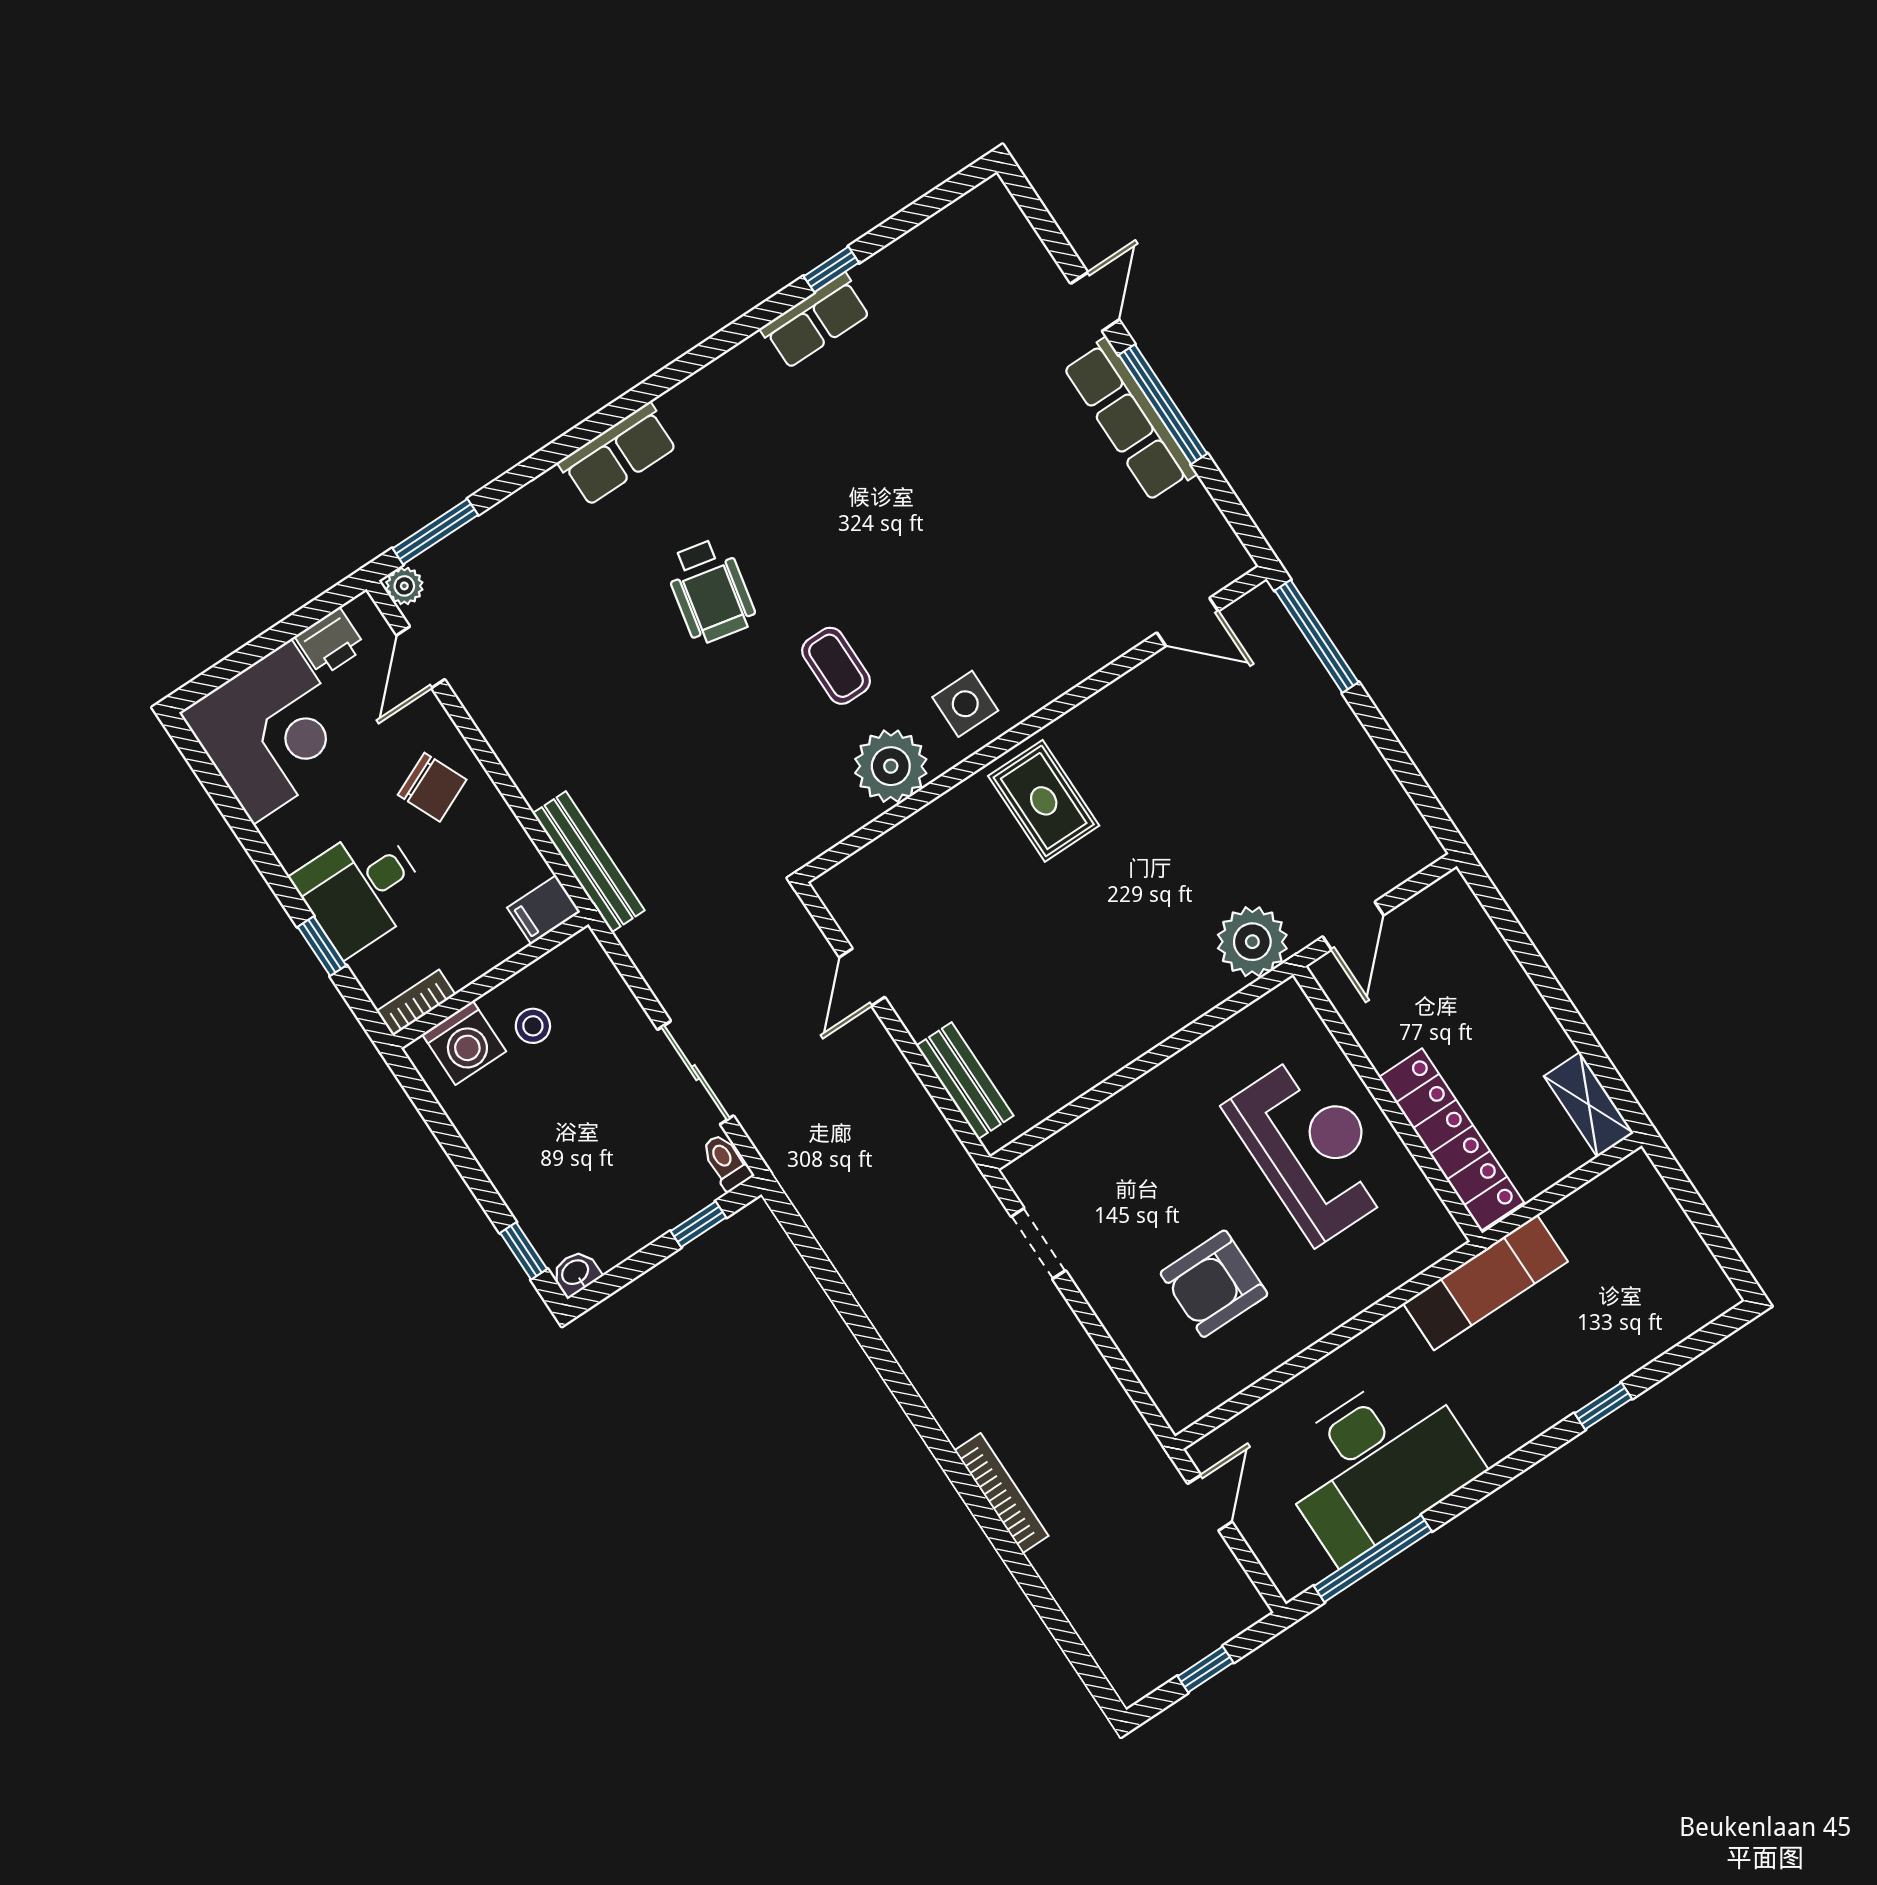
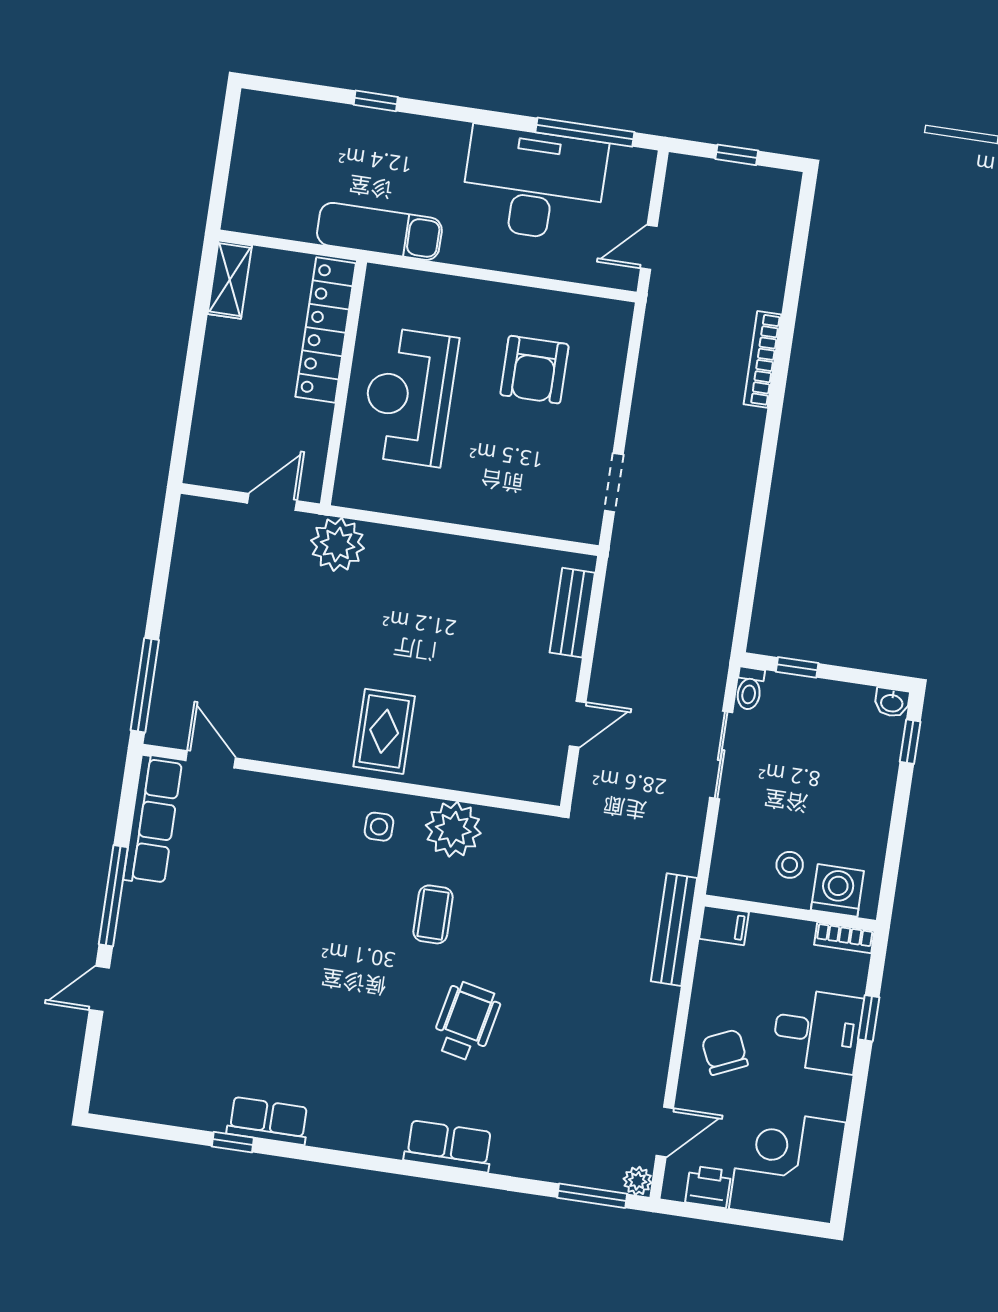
row of seats: (1130, 420) -> (153, 820), moved
side table: (965, 704) -> (379, 827), width x0.73, depth x0.73
armchair: (1214, 1284) -> (534, 370), turned 90

